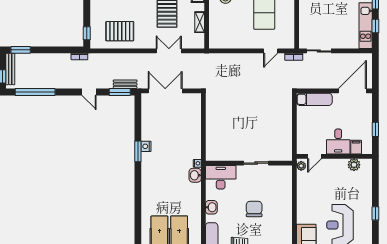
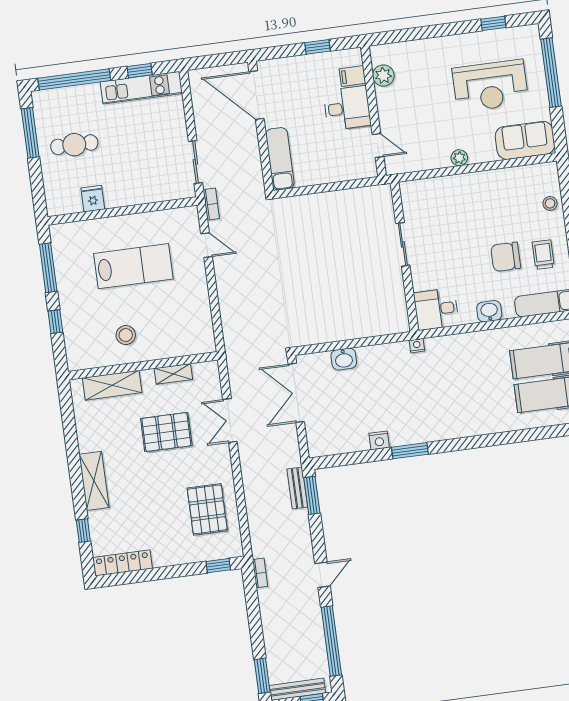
double door: (165, 91) -> (296, 393), moved
door: (89, 92) -> (322, 575), moved
nightstand: (146, 146) -> (379, 440), moved
plant: (301, 166) -> (459, 158), moved
washbasin: (195, 175) -> (344, 359), moved
desk: (221, 177) -> (436, 309), width x0.73
chair: (254, 209) -> (506, 257), moved
window: (375, 213) -> (493, 23), moved

